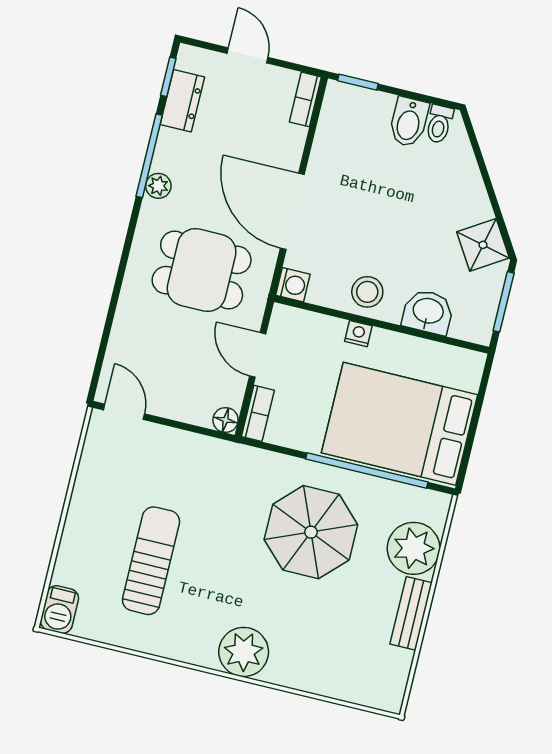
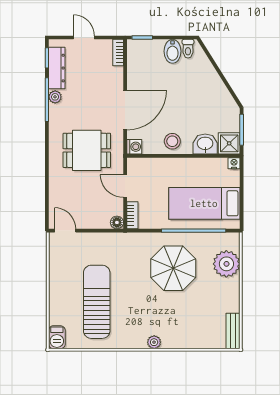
dresser: (182, 101) -> (57, 68), width x1.44
plant: (158, 186) -> (55, 97), moved
door: (292, 211) -> (125, 110), swing flipped
shower: (483, 245) -> (229, 143), moved, turned 32
nightstand: (358, 334) -> (234, 163), moved
bed: (400, 424) -> (204, 203), width x0.67
sun lounger: (151, 561) -> (97, 302), width x1.36, depth x1.34
bench: (411, 613) -> (233, 331), moved
plant: (244, 652) -> (154, 342), width x0.53, depth x0.53

